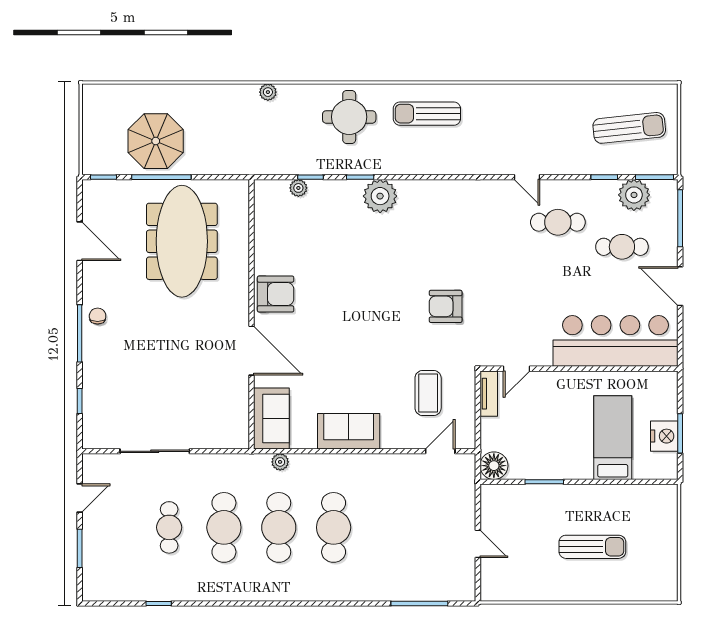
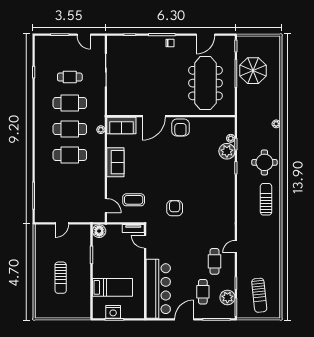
plant: (380, 196) -> (227, 151), moved
meeting table: (182, 241) -> (205, 83), turned 90

